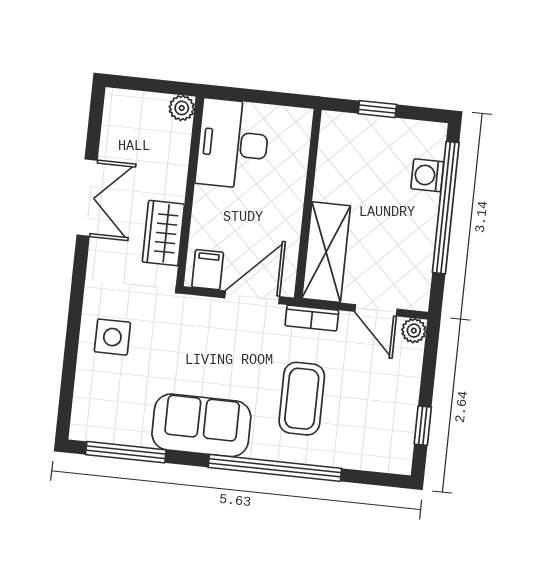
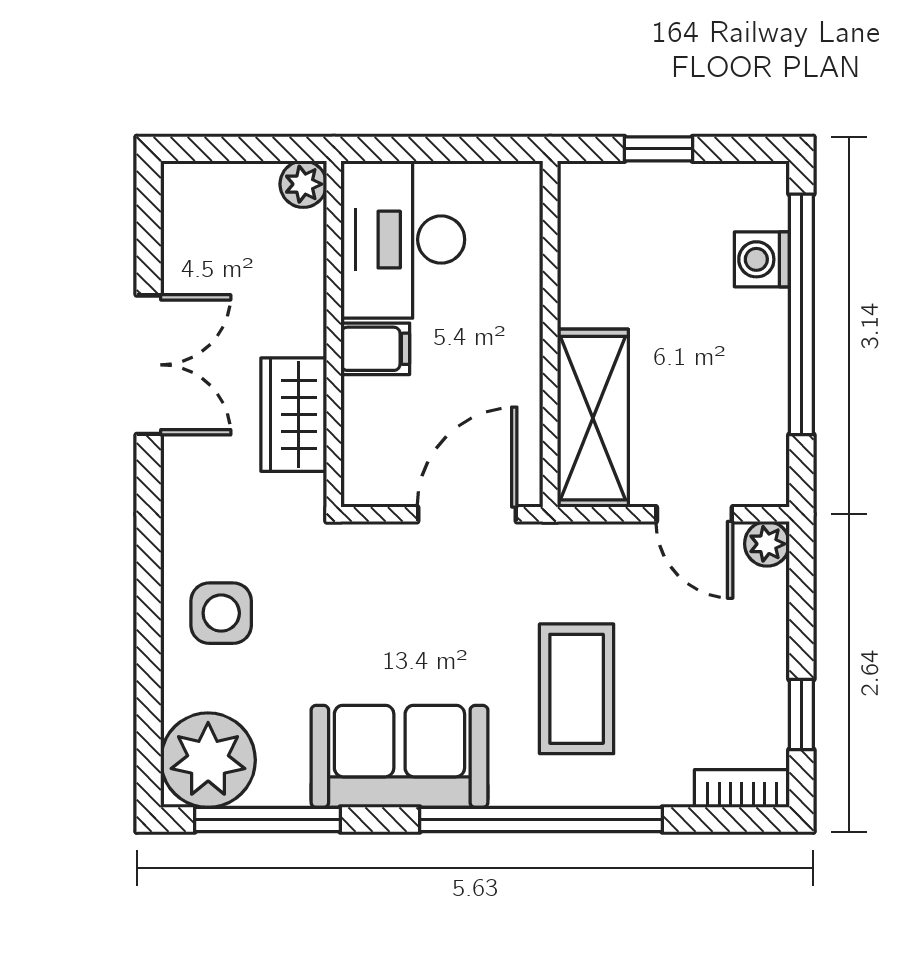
filing cabinet: (208, 270) -> (375, 349), moved, turned 90
bookcase: (312, 318) -> (742, 789), moved, turned 180
plant: (97, 416) -> (208, 760), added

